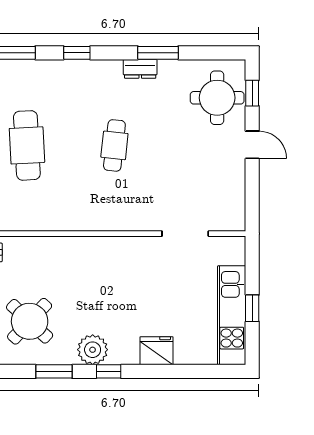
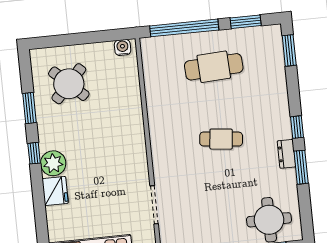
window: (77, 53) -> (297, 127), moved
plant: (93, 350) -> (53, 163), moved

